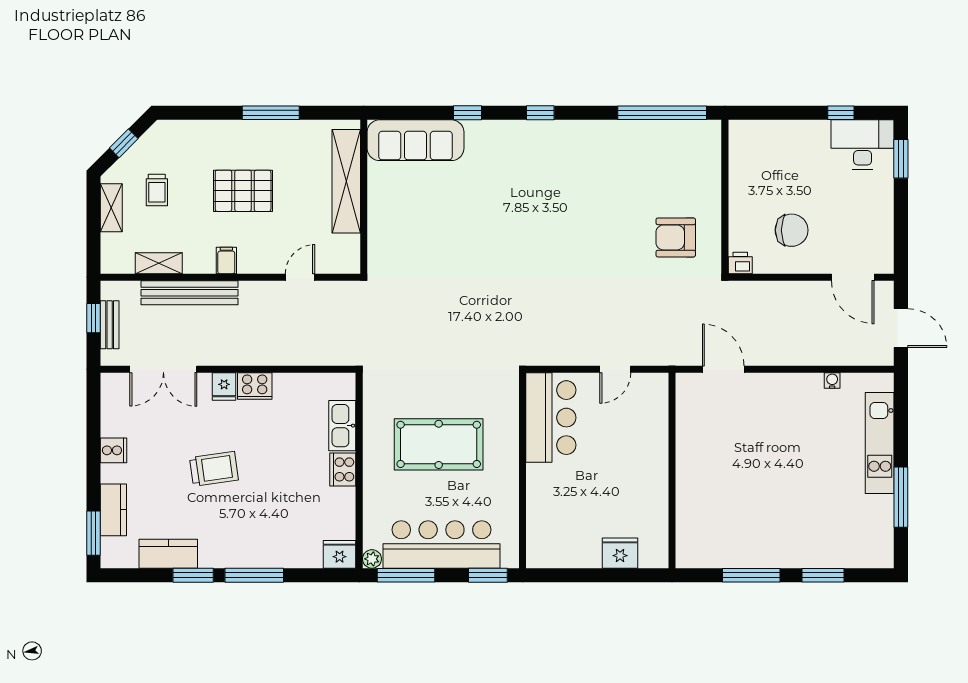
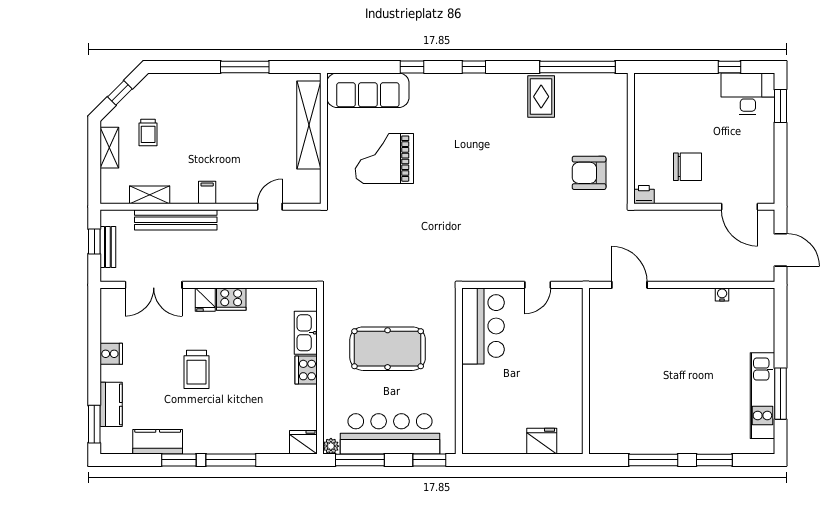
rug: (619, 148) -> (541, 97), added
pallet: (243, 191) -> (221, 133), removed
grand piano: (435, 221) -> (384, 159), added
kitchen unit: (880, 443) -> (762, 396), moved
trolley: (214, 469) -> (197, 369), turned 98

